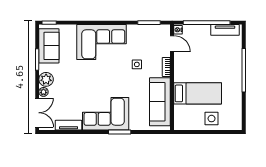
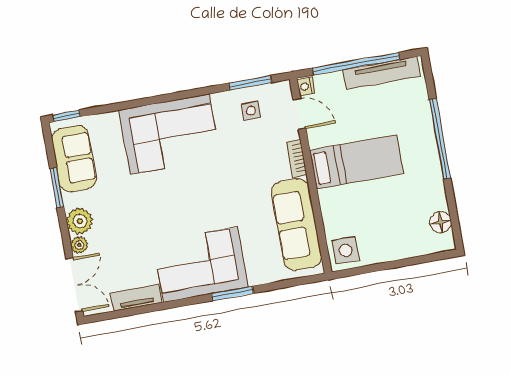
tv unit: (225, 30) -> (381, 73), width x1.41
side table: (137, 64) -> (251, 111), moved
bed: (198, 93) -> (357, 162), moved
floor lamp: (236, 114) -> (441, 222), added
side table: (212, 119) -> (346, 250), moved

